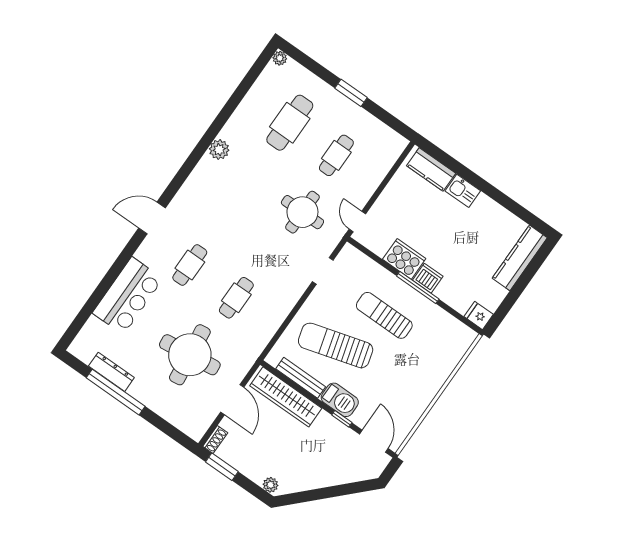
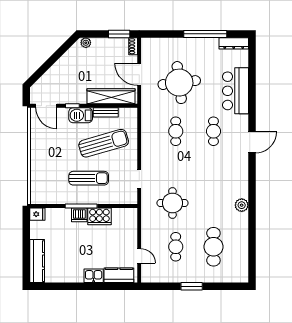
plant: (280, 58) -> (244, 278), removed
door: (357, 222) -> (139, 256), moved
dresser: (111, 372) -> (234, 43), moved
bench: (301, 378) -> (106, 112), width x0.73

